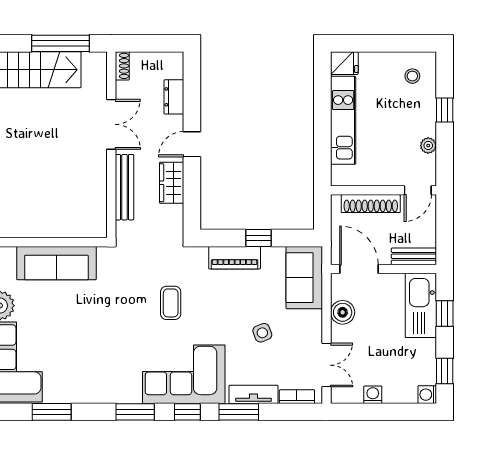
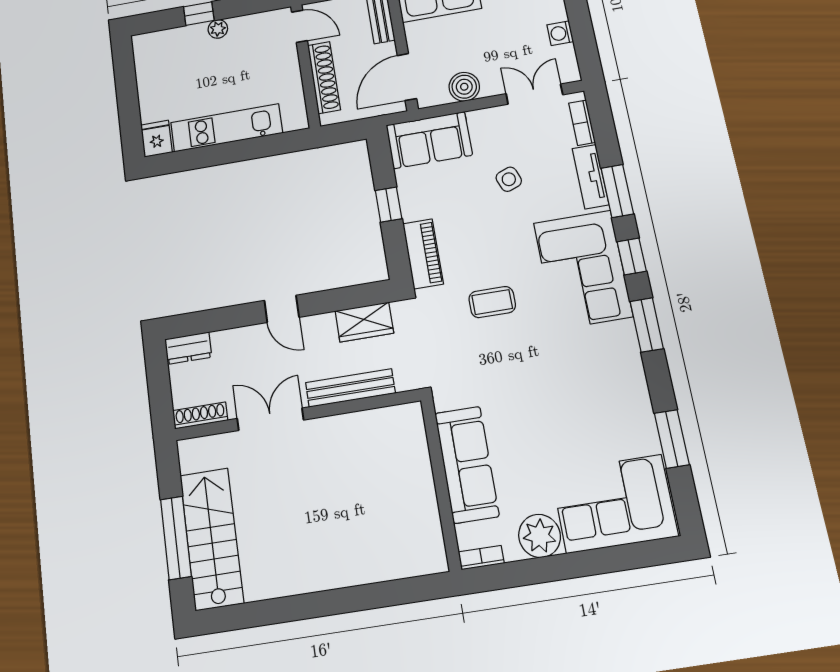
window: (61, 43) -> (176, 538), moved
shoe rack: (122, 66) -> (200, 416), width x1.43
stool: (412, 76) -> (163, 57), removed
dresser: (174, 97) -> (188, 348), moved
plant: (428, 146) -> (218, 29), moved
wardrobe: (172, 183) -> (364, 322), moved
piano: (235, 258) -> (423, 254), moved

